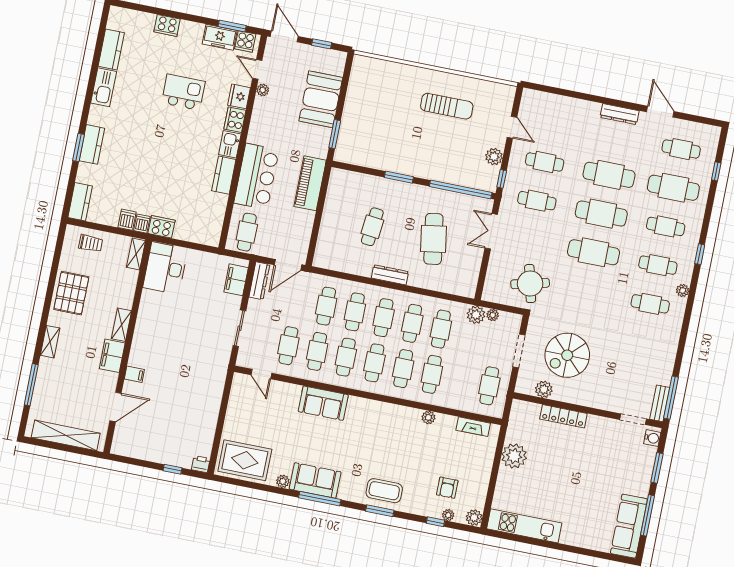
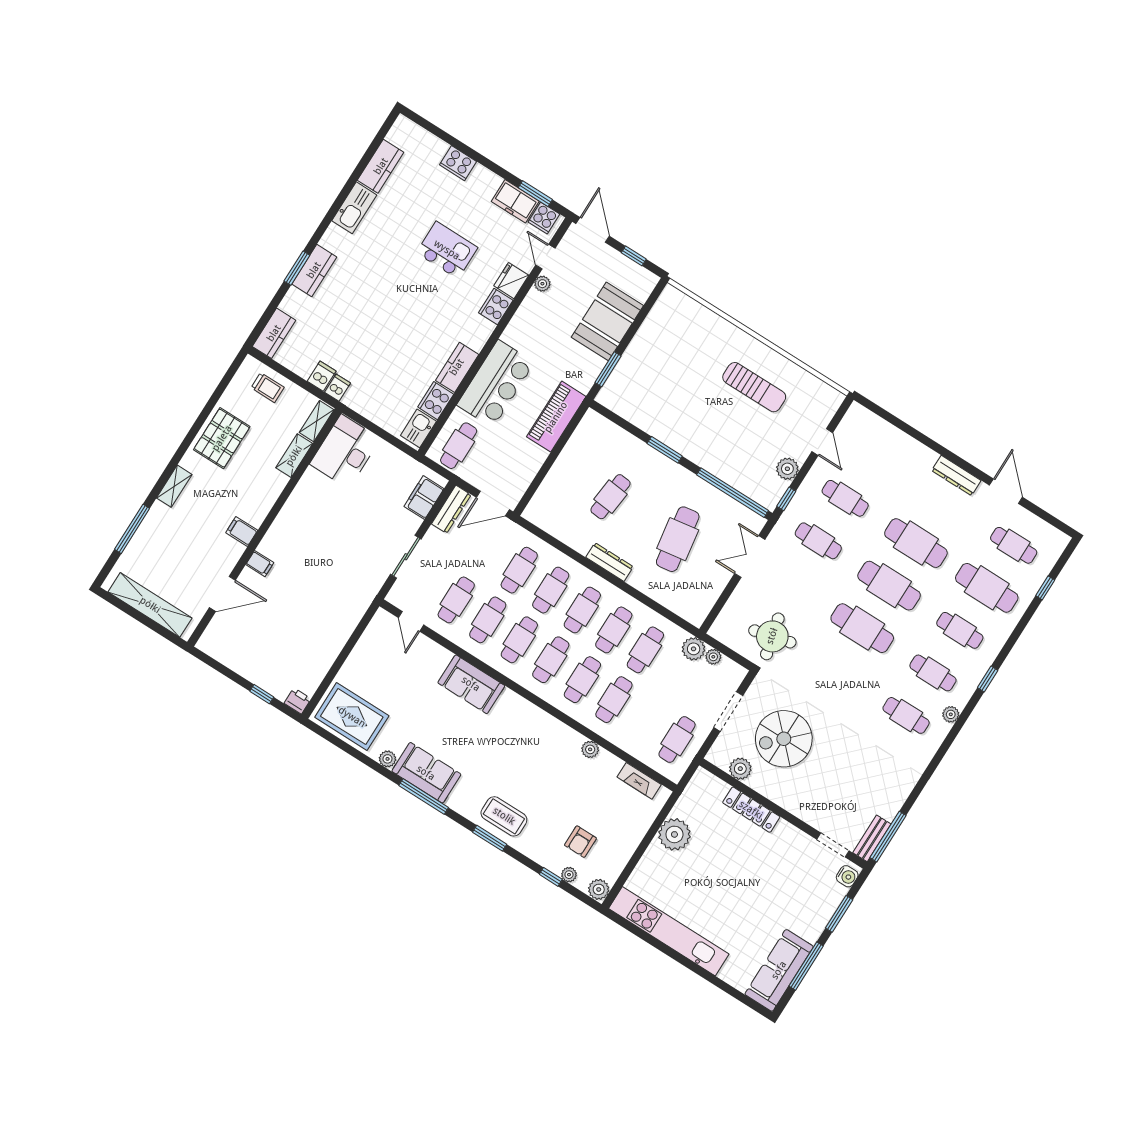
kitchen sink: (230, 144) -> (418, 428), moved
cooker: (162, 227) -> (436, 401), moved, turned -90
shelving: (121, 325) -> (294, 456), moved
filing cabinet: (112, 356) -> (242, 532), width x0.50
kitchen unit: (524, 526) -> (669, 931), width x1.36

